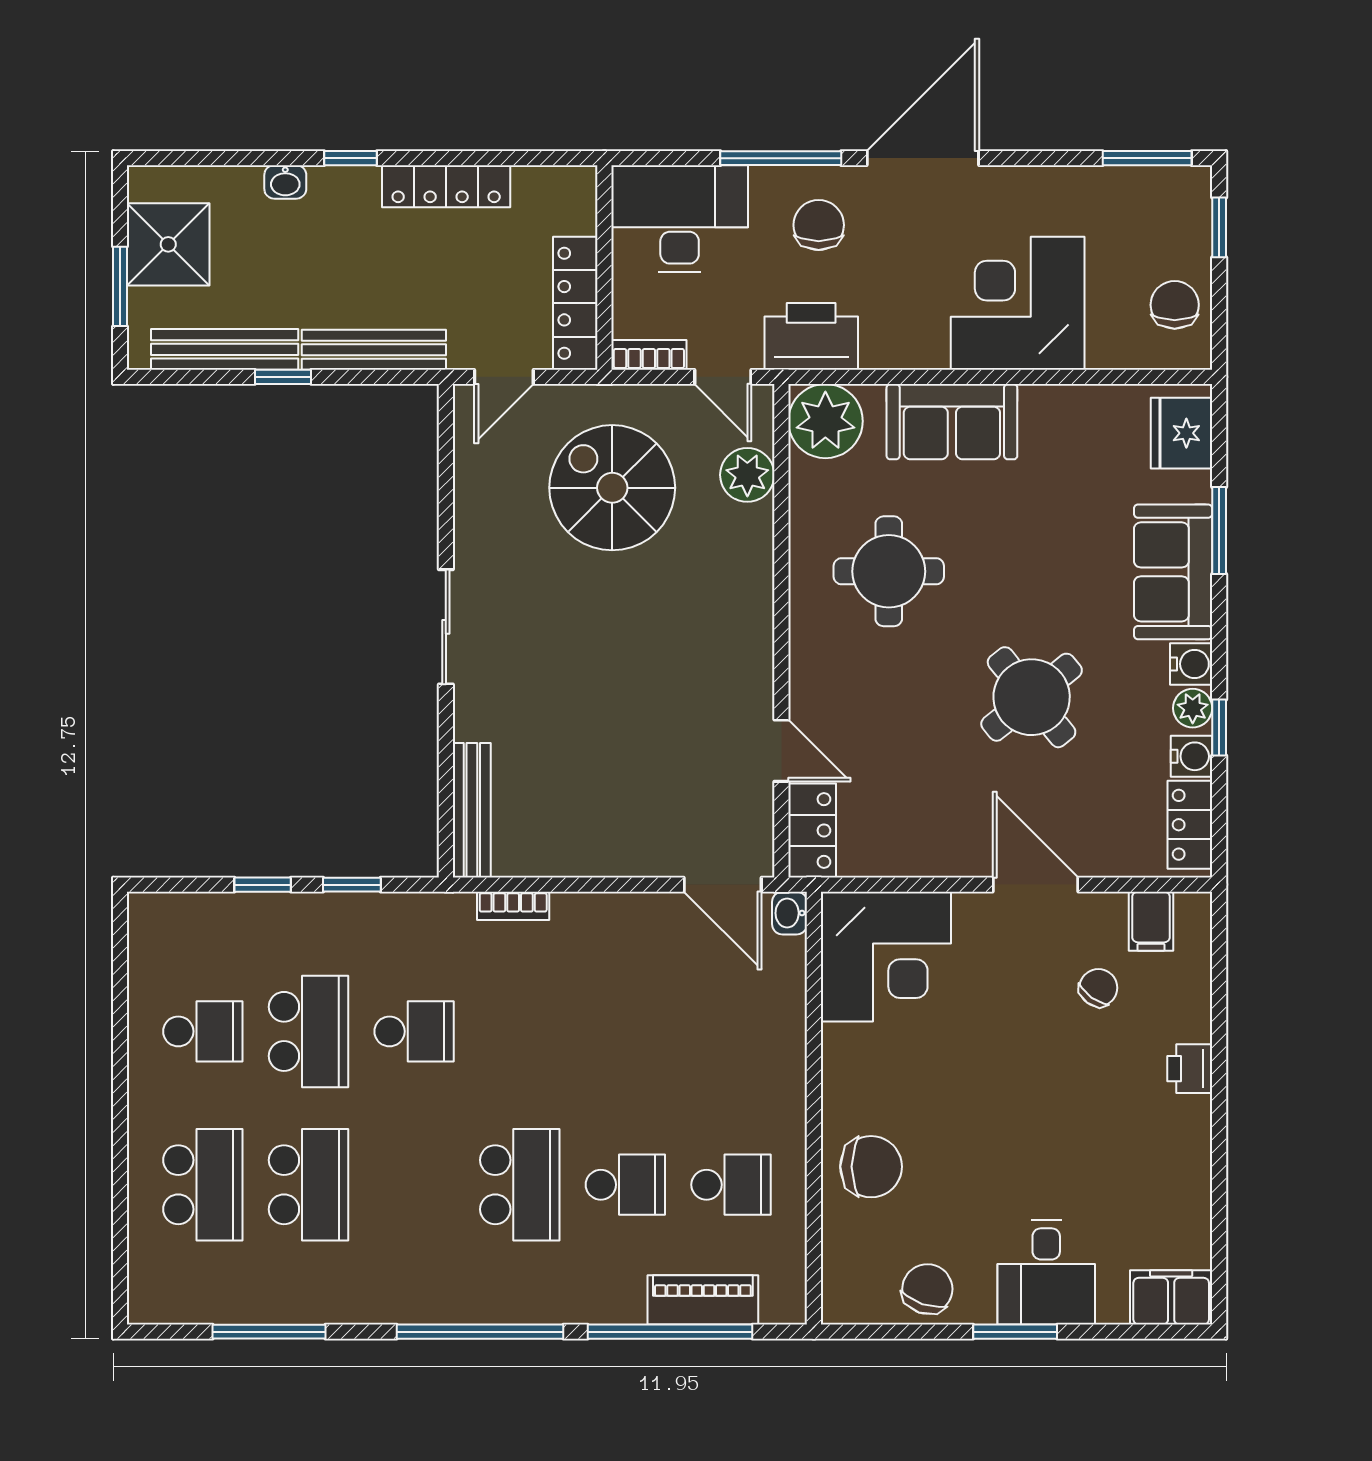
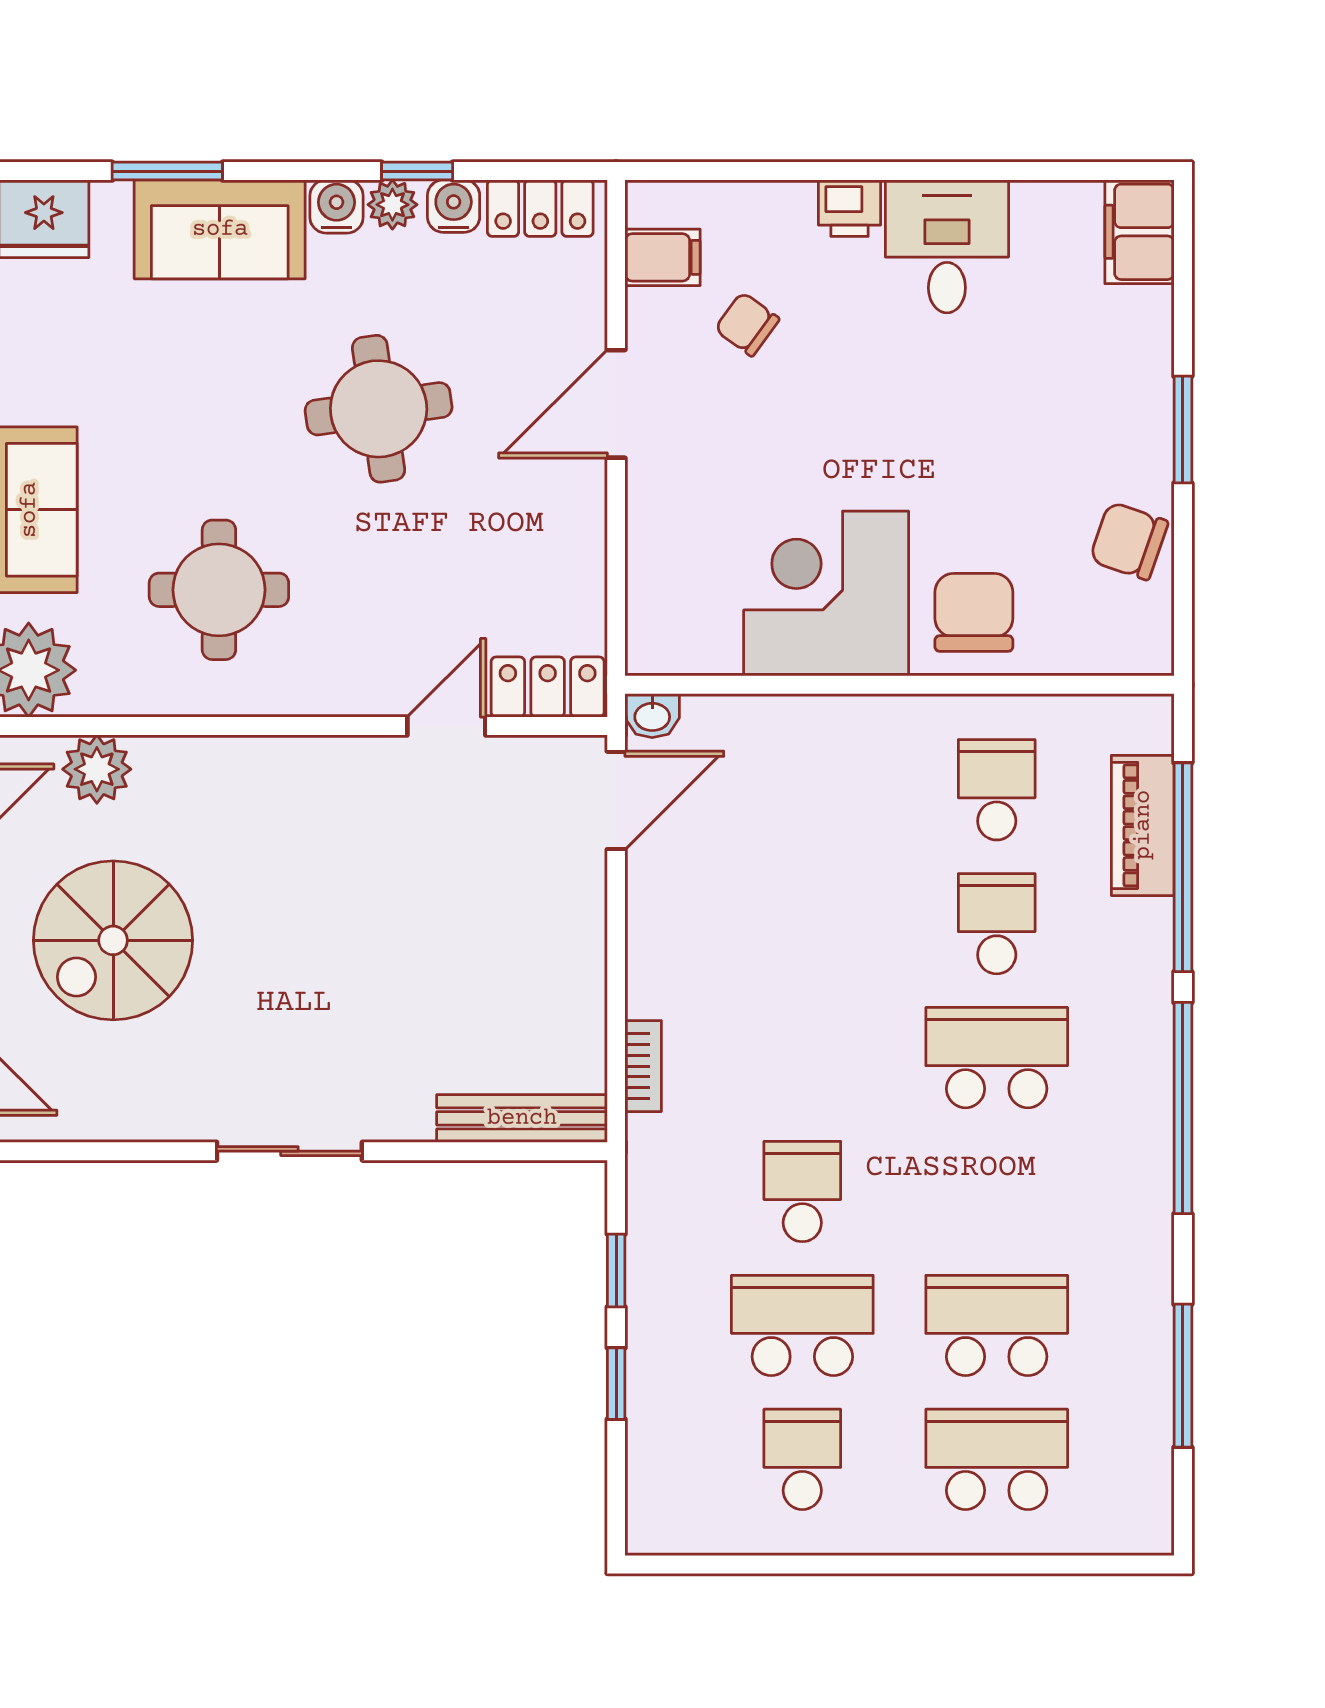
round table: (1032, 697) -> (379, 409), turned 31
corner desk: (886, 957) -> (826, 593), moved, turned -90
desk: (1046, 1272) -> (947, 246), moved, turned -90

